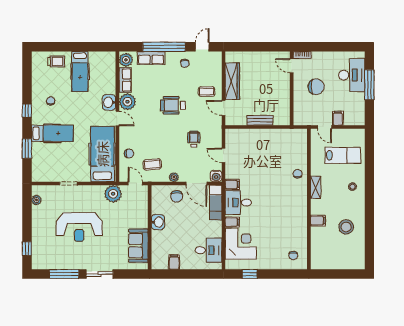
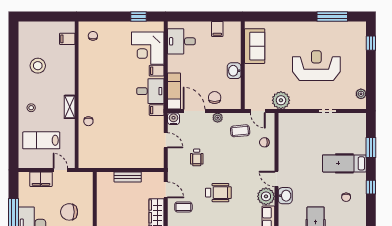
filing cabinet: (338, 118) -> (41, 179), width x2.00
hospital bed: (102, 154) -> (292, 142), removed
filing cabinet: (318, 221) -> (67, 39), moved
sliding door: (100, 274) -> (295, 17), removed

